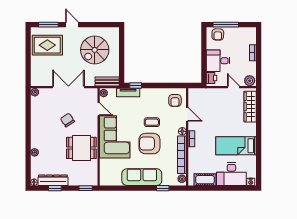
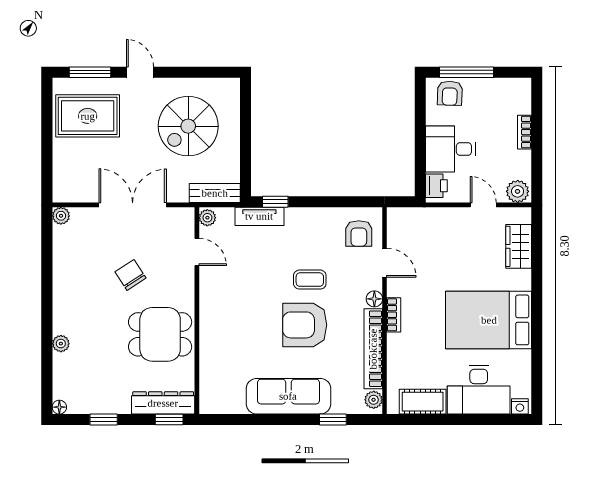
wardrobe: (250, 107) -> (519, 246), width x0.67
corner sofa: (115, 137) -> (231, 311), removed
bed: (236, 146) -> (489, 320), width x1.50
dresser: (53, 180) -> (163, 403), moved

